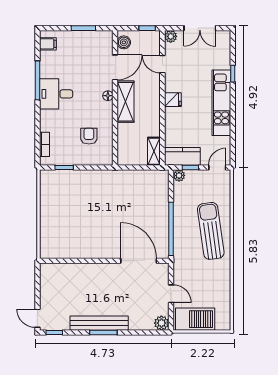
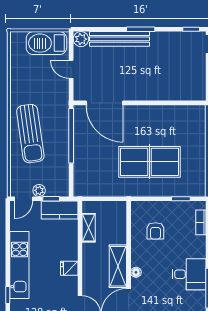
shelving: (154, 151) -> (89, 228), moved
plant: (179, 175) -> (39, 190), moved
table tennis table: (95, 203) -> (150, 162), added
bench: (99, 323) -> (120, 39), moved

